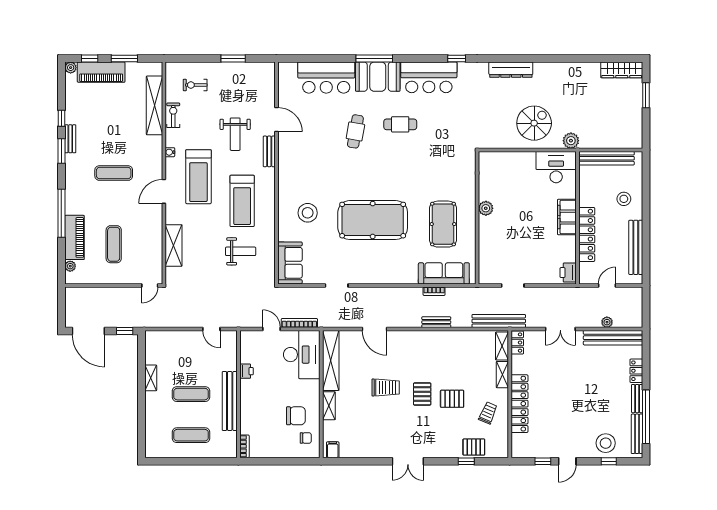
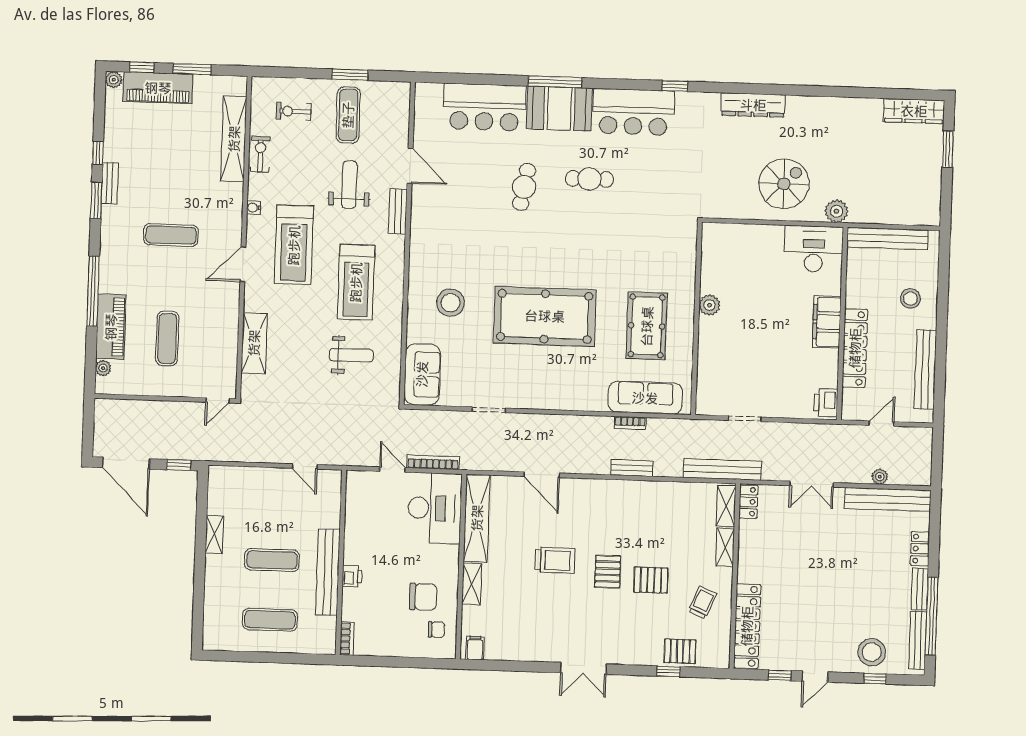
exercise mat: (233, 86) -> (348, 115), added
weight bench: (235, 134) -> (349, 185), turned 180
printer: (246, 371) -> (352, 576), moved
locker: (519, 404) -> (747, 626), moved

